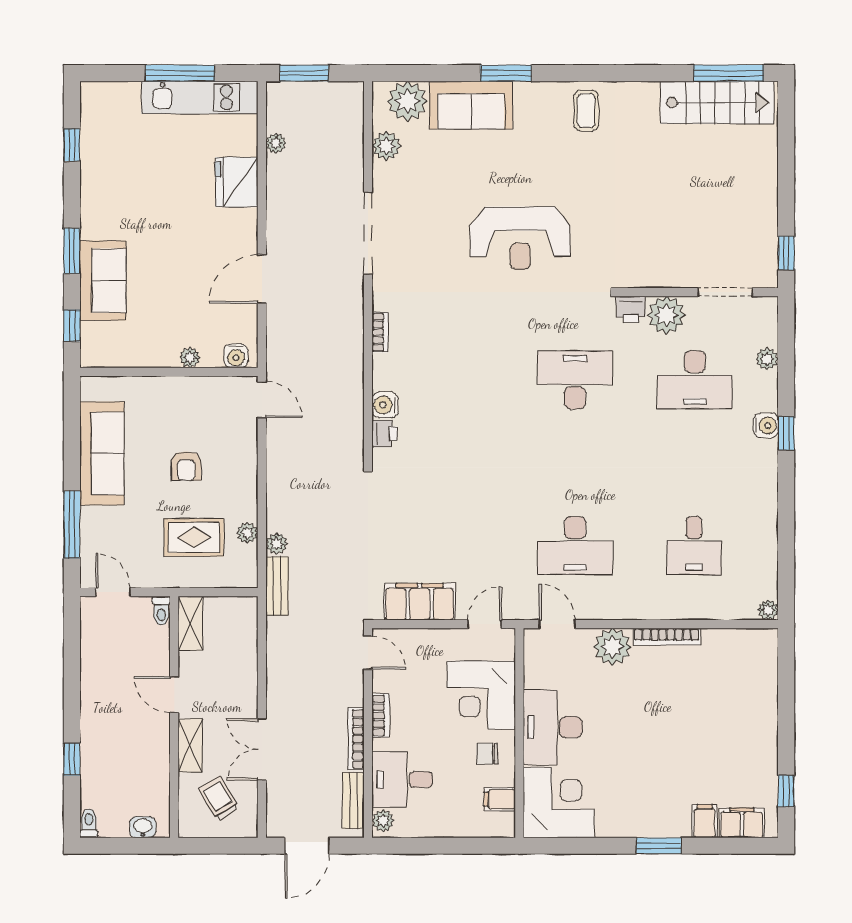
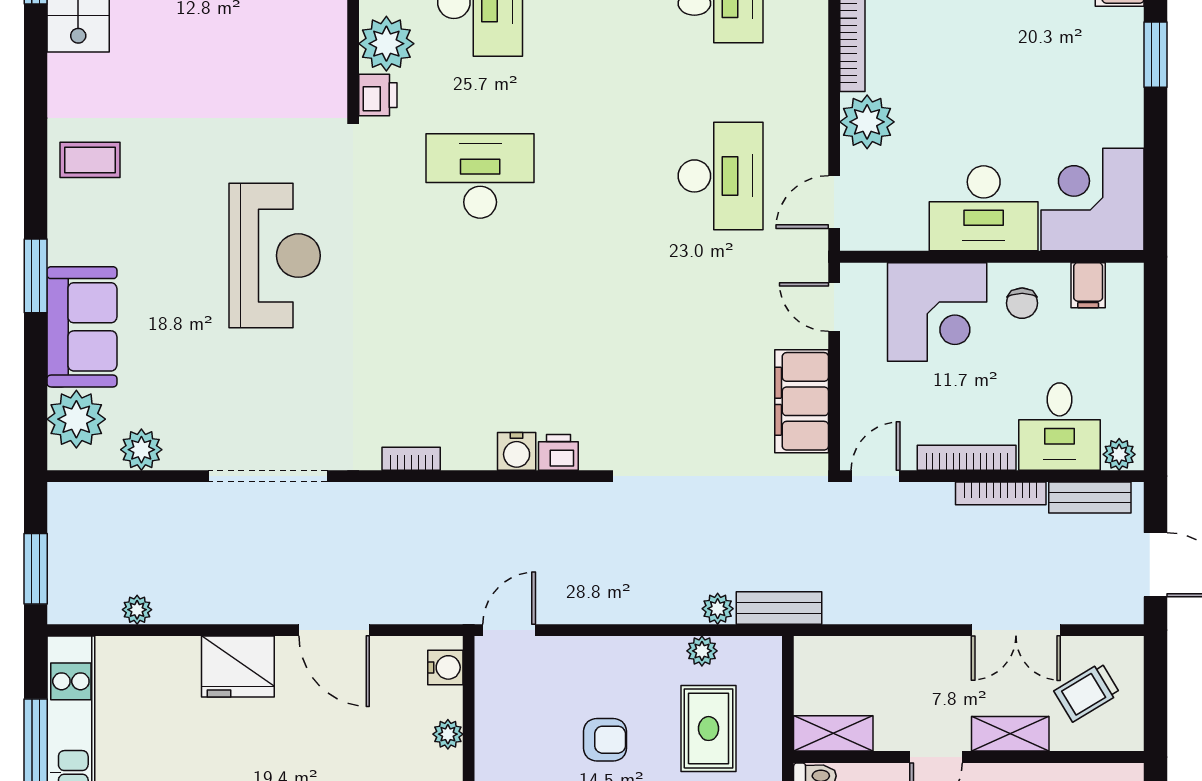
fridge: (237, 182) -> (238, 666), moved
desk: (575, 380) -> (480, 176), turned 90
bookcase: (381, 715) -> (967, 458), width x1.56

